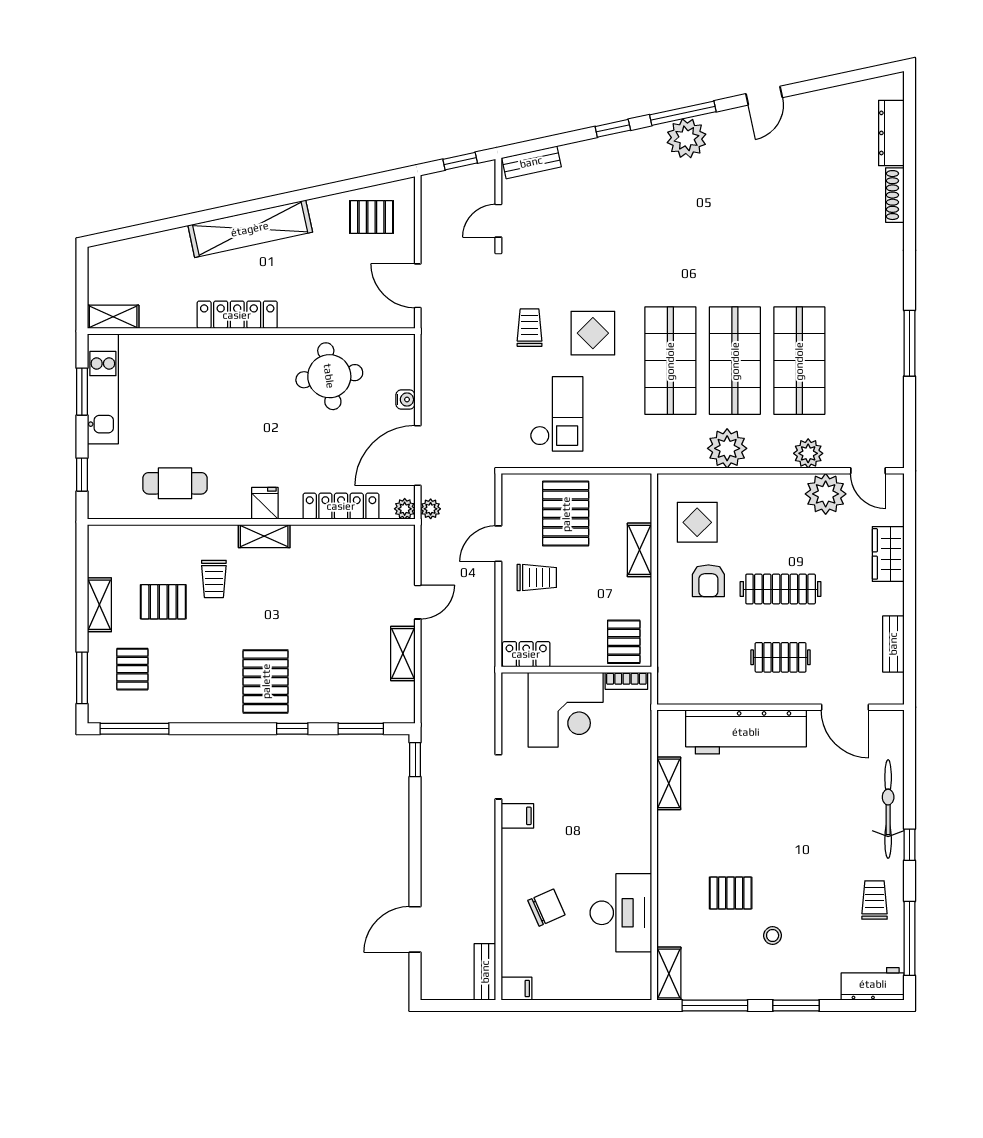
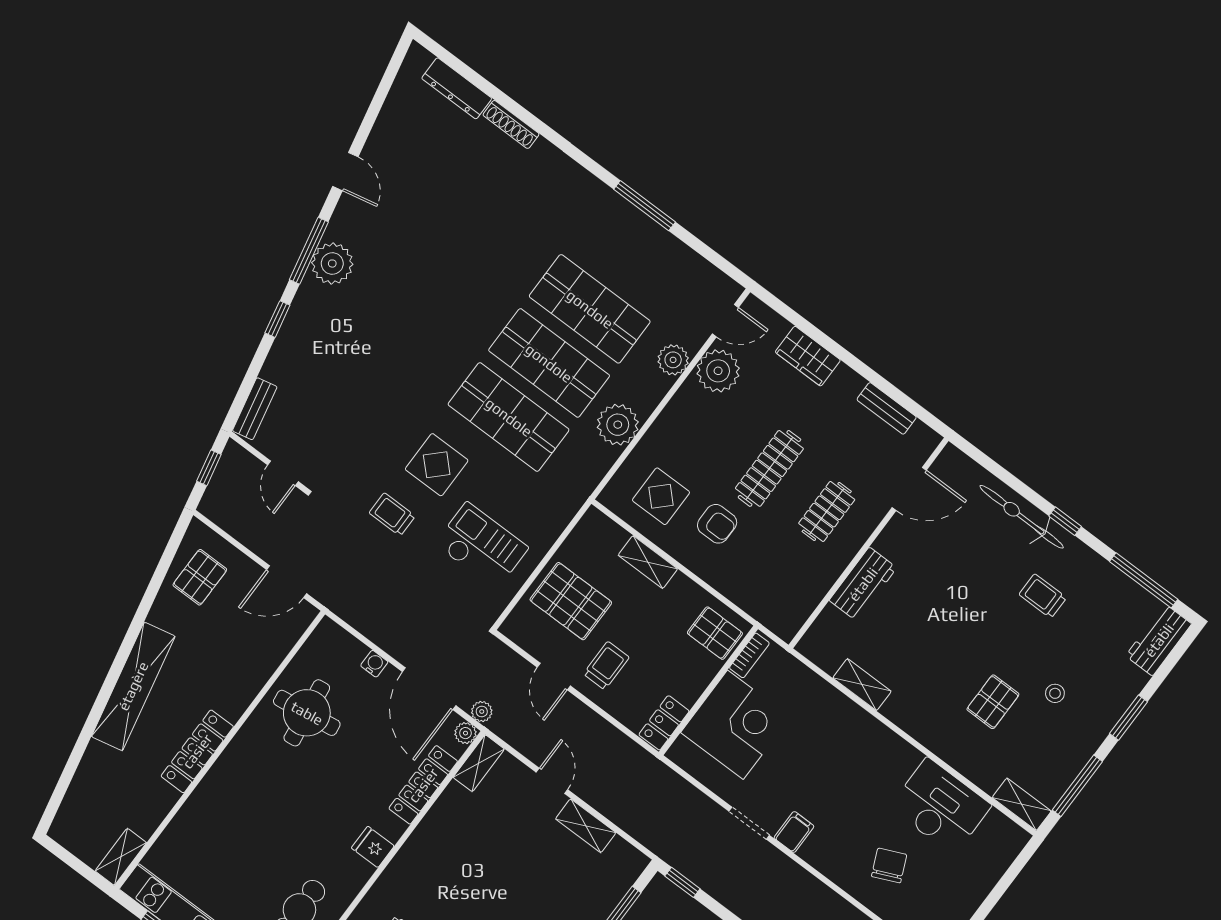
shelving: (264, 536) -> (479, 763), moved
workbench: (746, 732) -> (863, 584), width x0.53, depth x0.76
trolley: (874, 900) -> (1043, 596), moved

